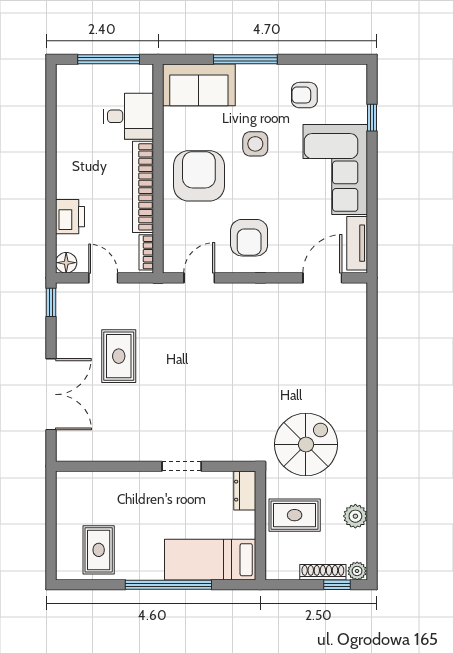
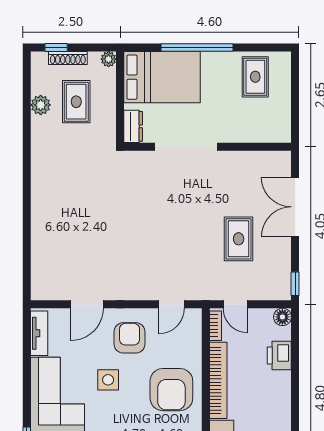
side table: (255, 144) -> (108, 380), moved
door: (103, 278) -> (235, 304), moved
door: (322, 278) -> (87, 304), moved
spiral stairs: (306, 444) -> (82, 165), removed
doorway: (182, 466) -> (186, 147), width x1.87
rug: (295, 515) -> (76, 102), moved, turned 90
bed: (210, 560) -> (162, 77), width x1.50
plant: (357, 571) -> (109, 59), moved

